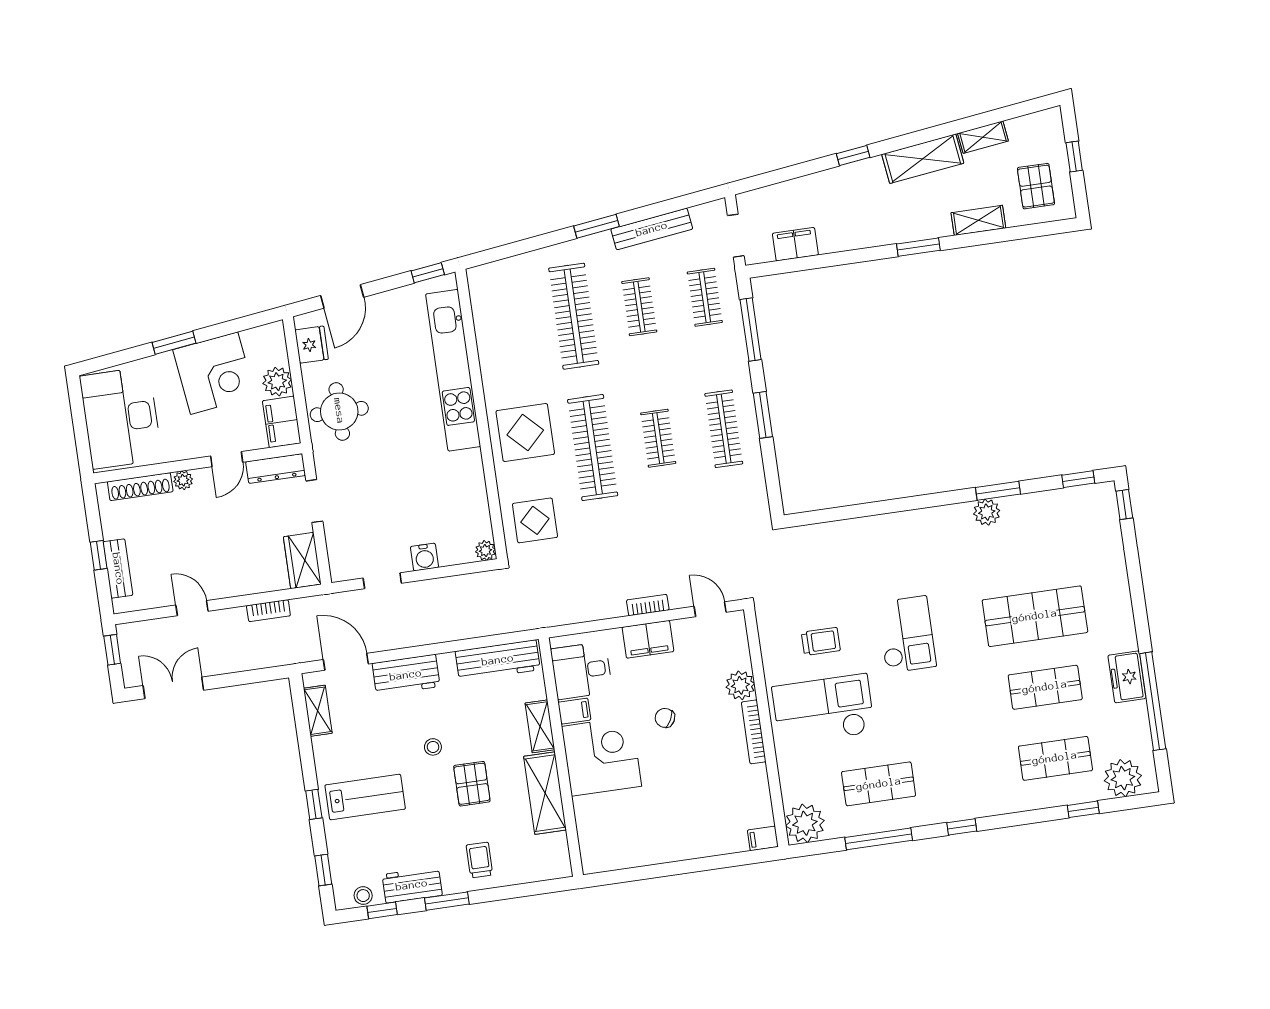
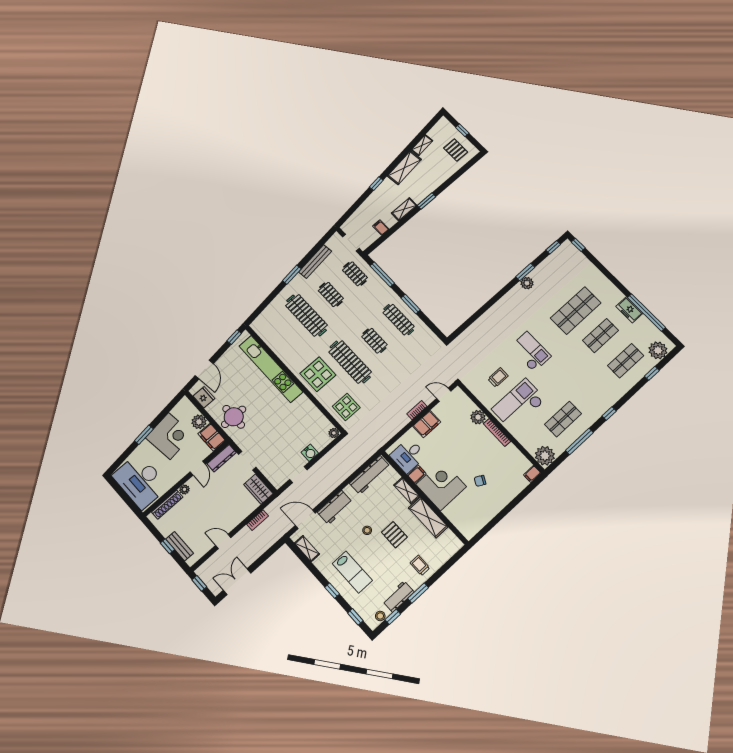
shelving: (978, 220) -> (404, 209), moved
filing cabinet: (795, 244) -> (381, 228), width x0.50
chair: (665, 718) -> (480, 481), moved
lab bench: (365, 797) -> (352, 572), turned 90

